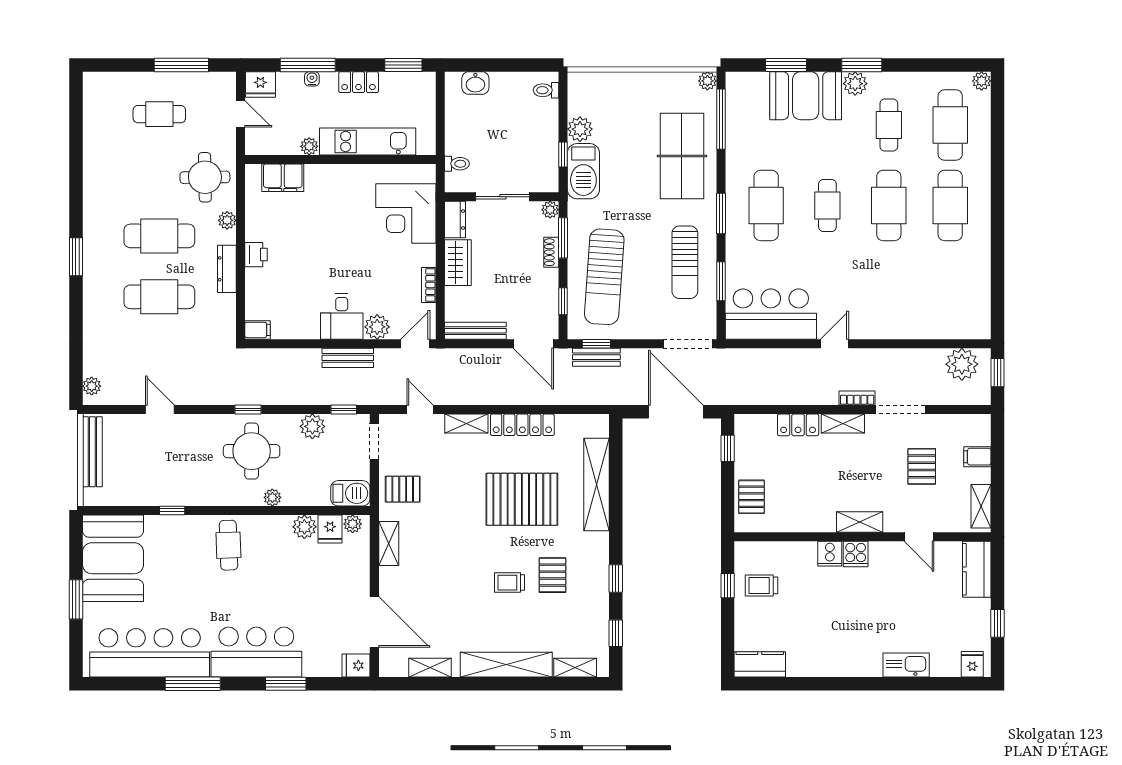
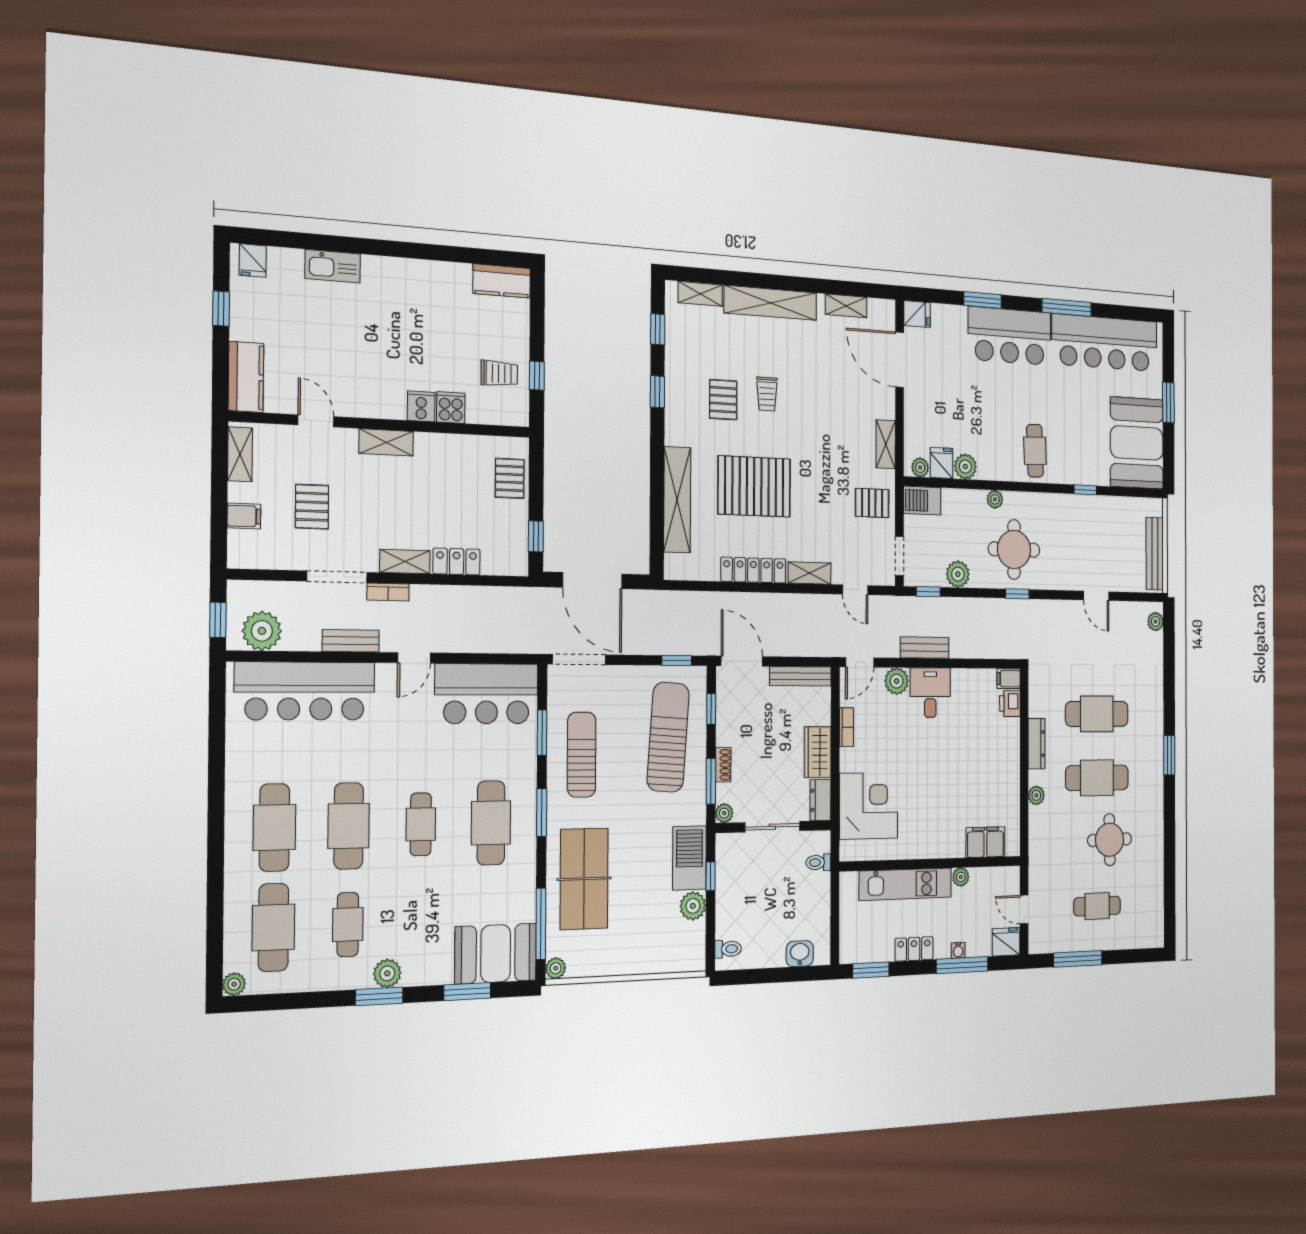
booth: (806, 96) -> (496, 954), moved
round table: (205, 177) -> (1110, 840), moved
printer: (256, 255) -> (1010, 704), moved
bar counter: (926, 316) -> (305, 691), added
bench: (596, 357) -> (351, 641), moved
cooker: (856, 554) -> (451, 408), moved
trolley: (510, 583) -> (767, 394), turned 90

